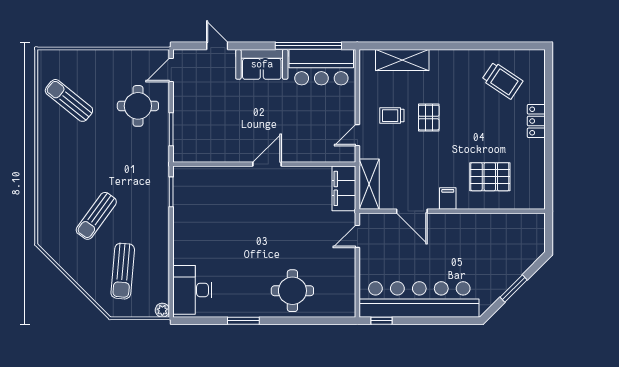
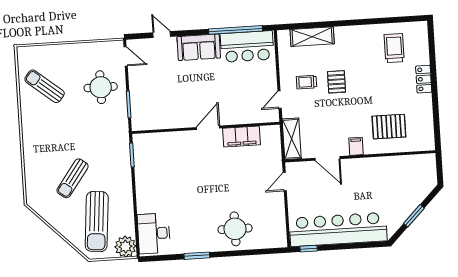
door: (171, 70) -> (126, 56), swing flipped
trolley: (502, 80) -> (394, 48), turned -124
filing cabinet: (344, 188) -> (242, 137), moved, turned -90
sun lounger: (123, 271) -> (97, 222), width x1.36, depth x1.34
plant: (162, 310) -> (125, 247), width x1.88, depth x1.88

